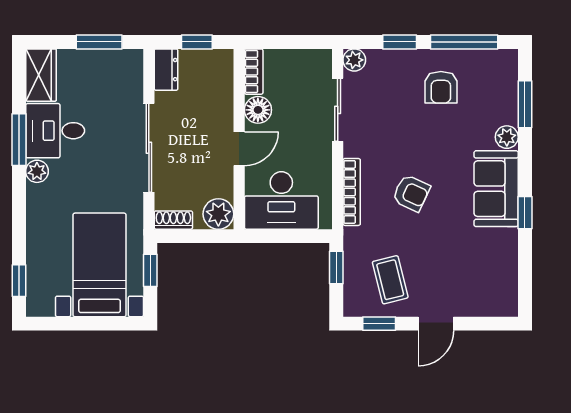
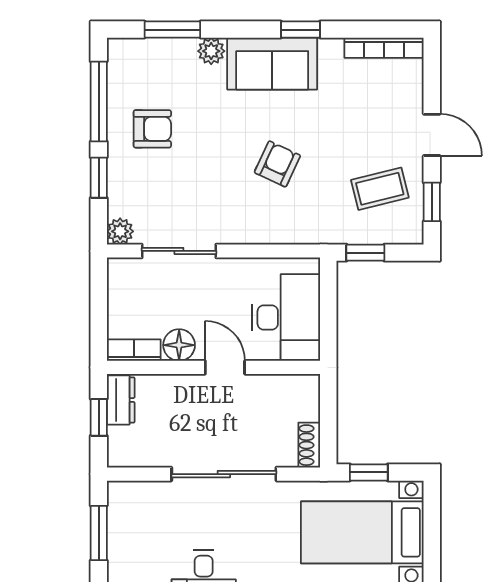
dresser: (166, 70) -> (121, 400), moved, turned 90
bookcase: (352, 192) -> (384, 48), moved, turned 180
plant: (218, 214) -> (302, 392), removed

